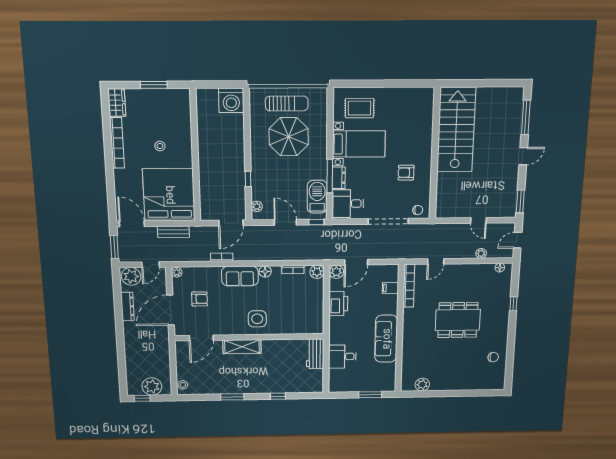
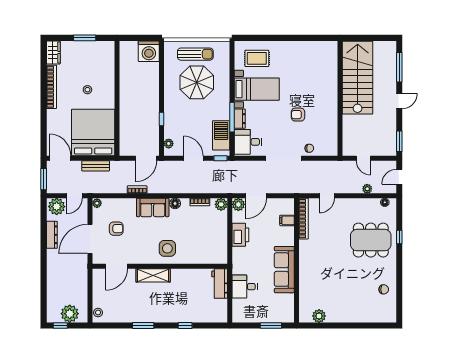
stairs: (456, 130) -> (358, 78), moved
wall: (435, 154) -> (340, 98), moved
dining table: (458, 320) -> (371, 240), moved

